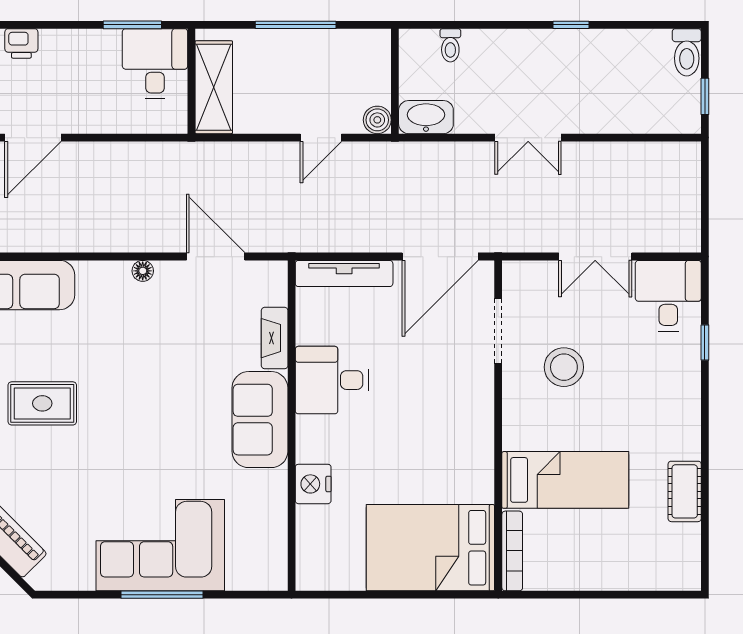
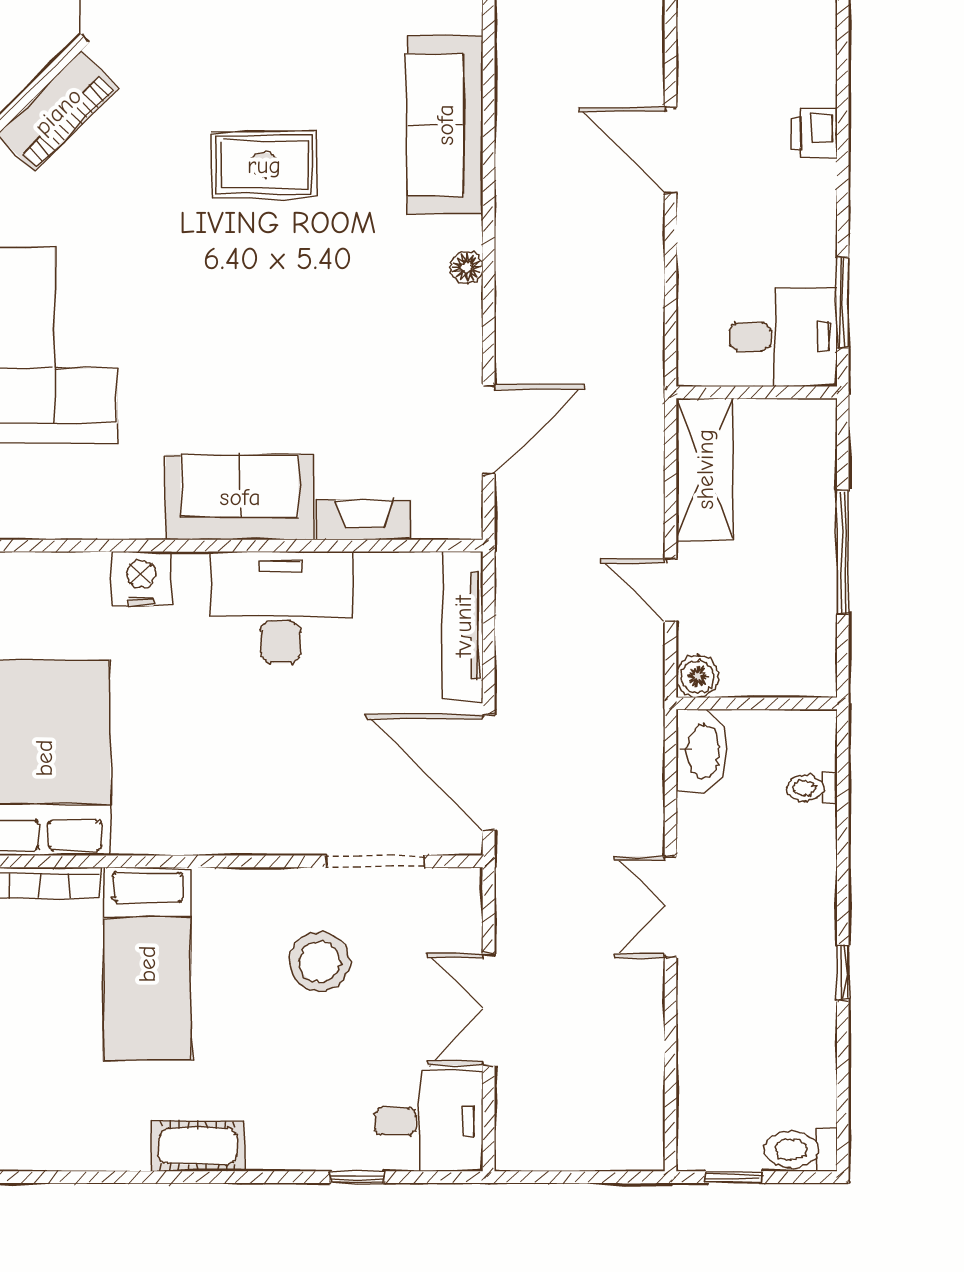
shelving: (214, 87) -> (705, 469), moved, turned 90
floor lamp: (143, 271) -> (467, 267), moved
desk: (332, 380) -> (281, 607), width x1.37
rug: (42, 403) -> (264, 165), turned 90
cot: (685, 491) -> (198, 1146), moved

